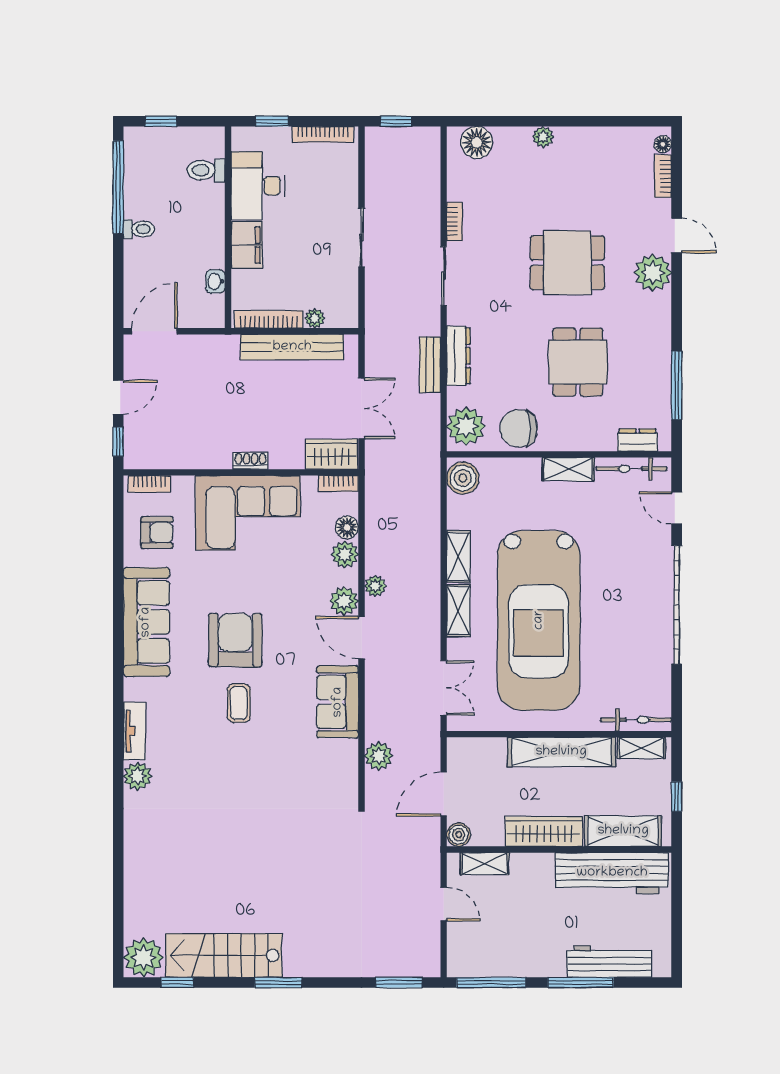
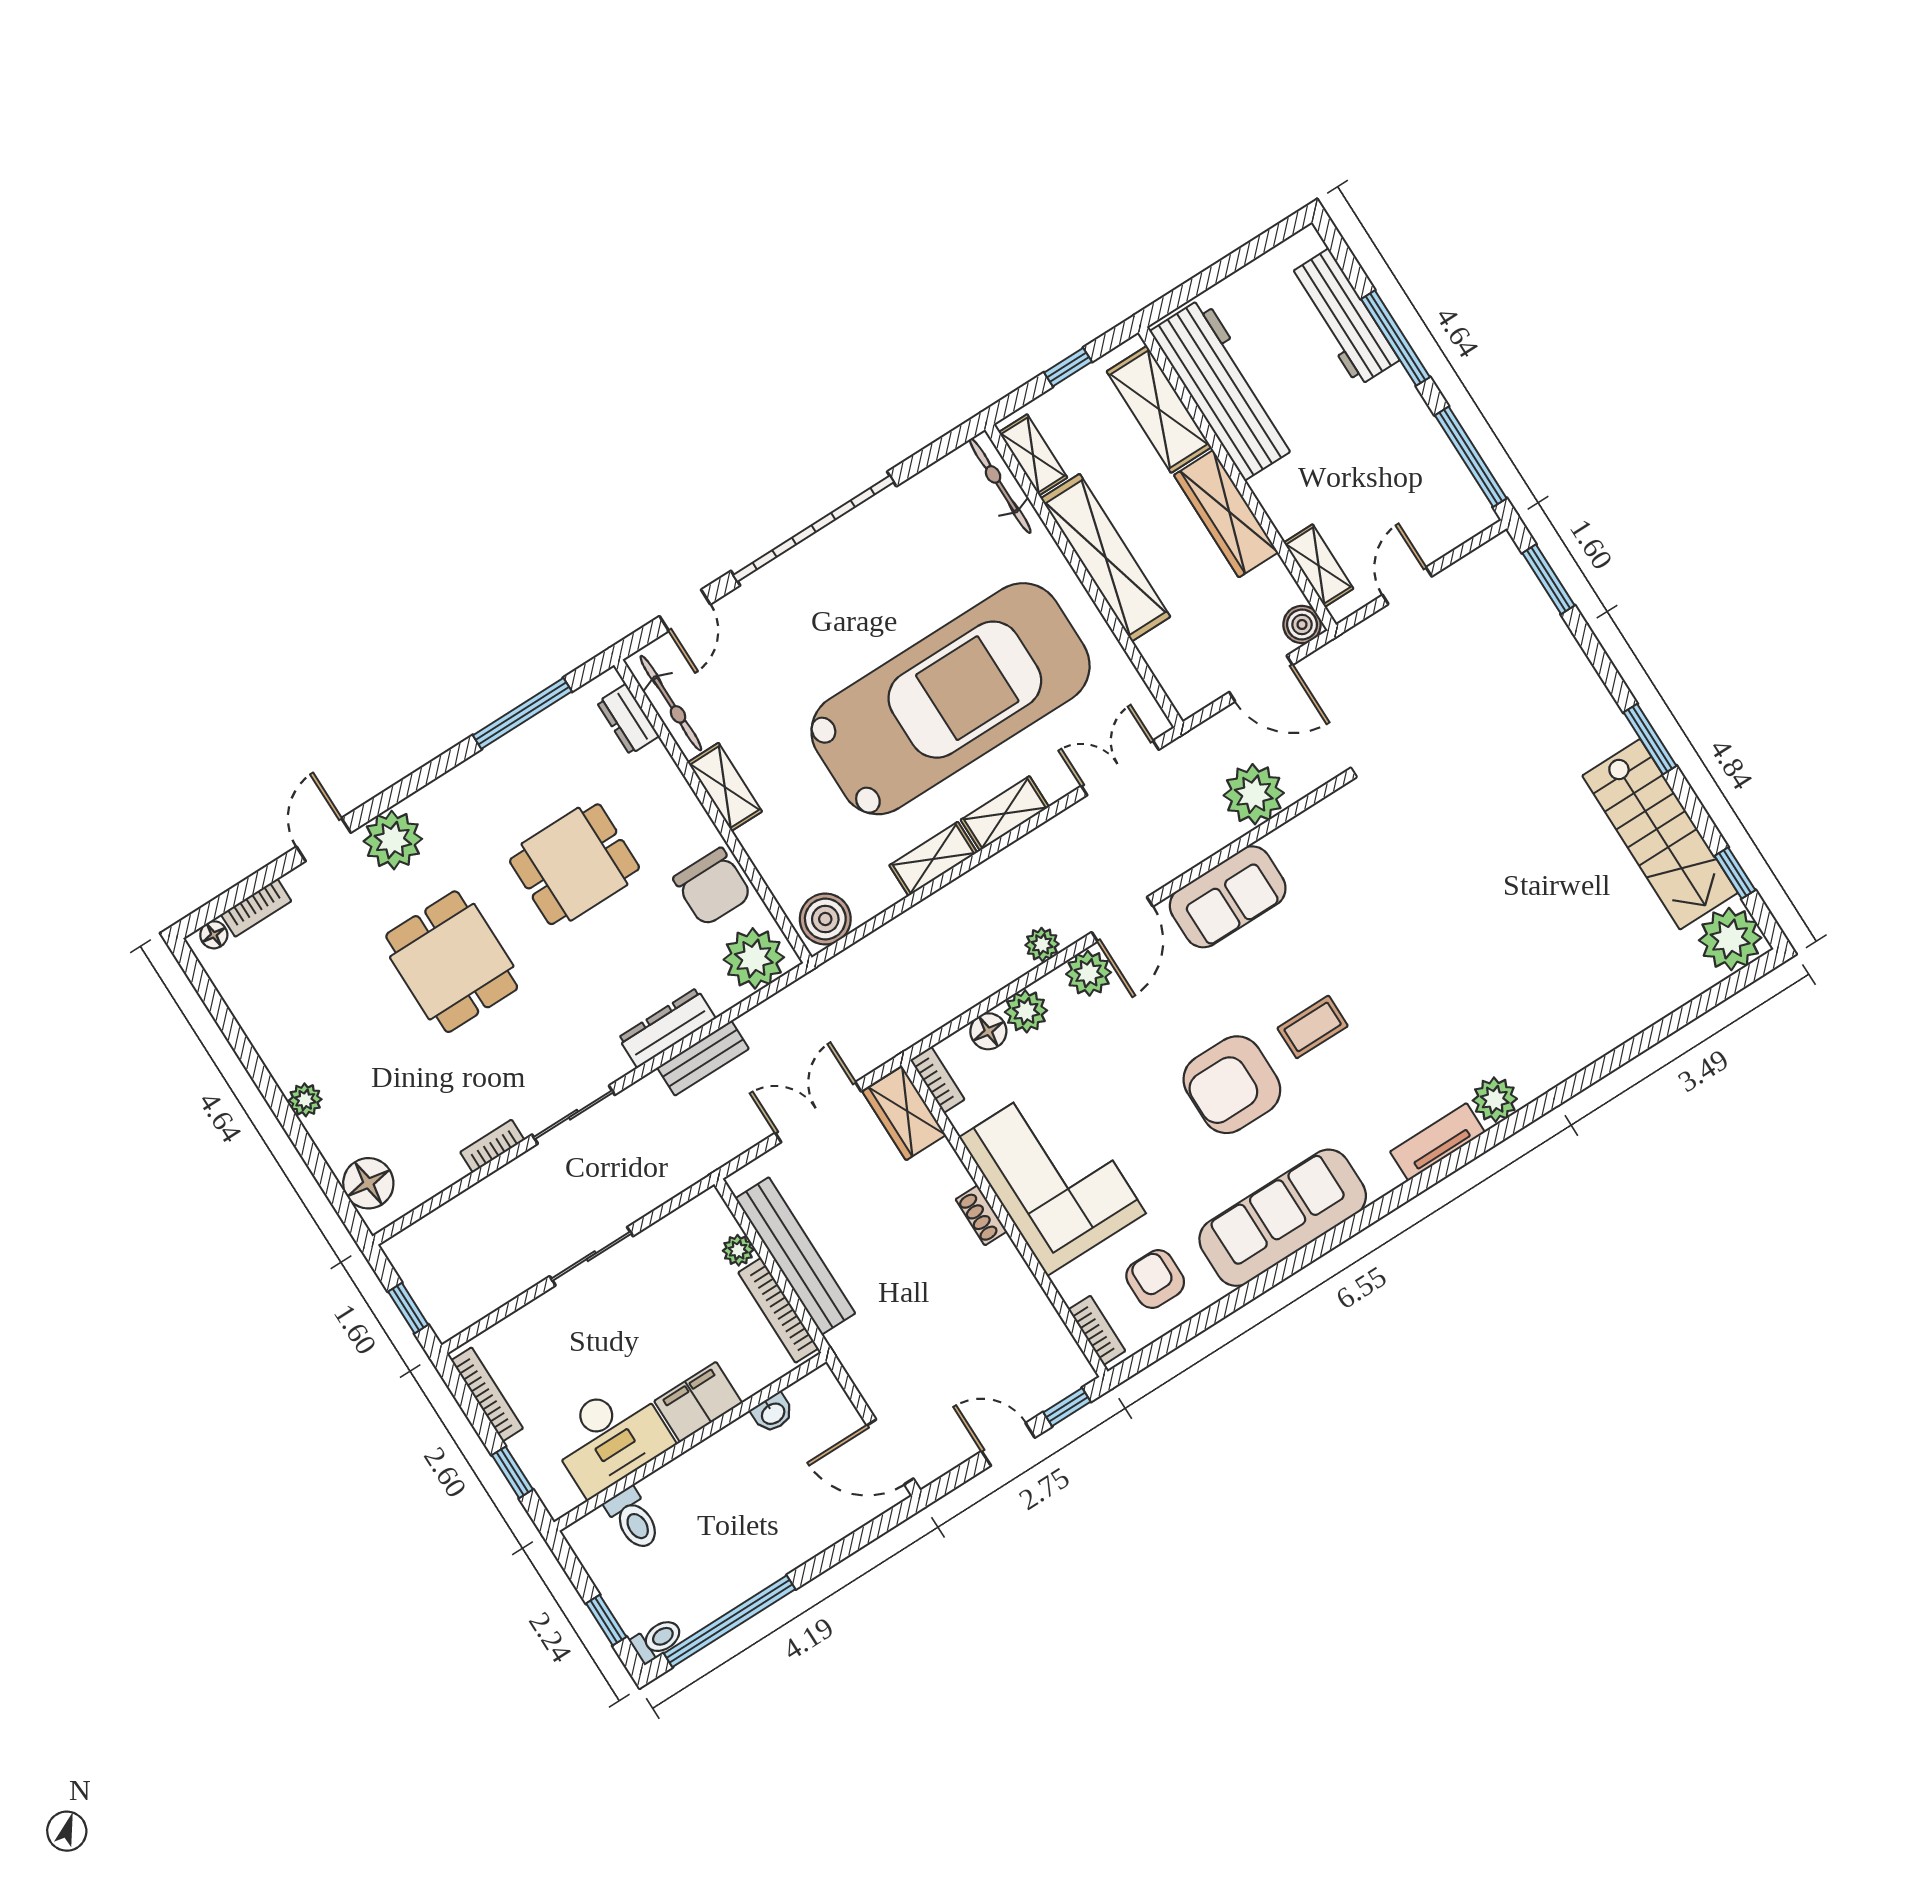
toilet: (139, 229) -> (657, 1640), moved, turned 90
plant: (379, 756) -> (1254, 794), width x1.36, depth x1.36

